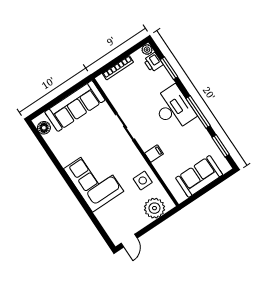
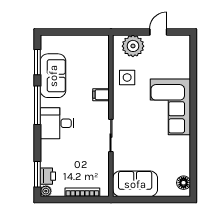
window: (169, 68) -> (37, 174), moved
sofa: (75, 106) -> (135, 184), width x0.73
desk: (174, 108) -> (57, 123), width x0.73
sofa: (199, 176) -> (53, 76), moved, turned -90
door: (129, 241) -> (158, 32), moved

